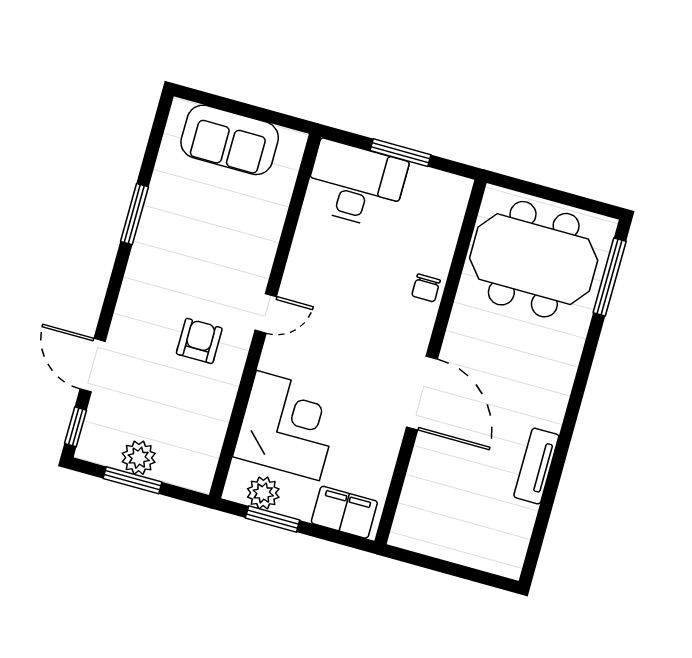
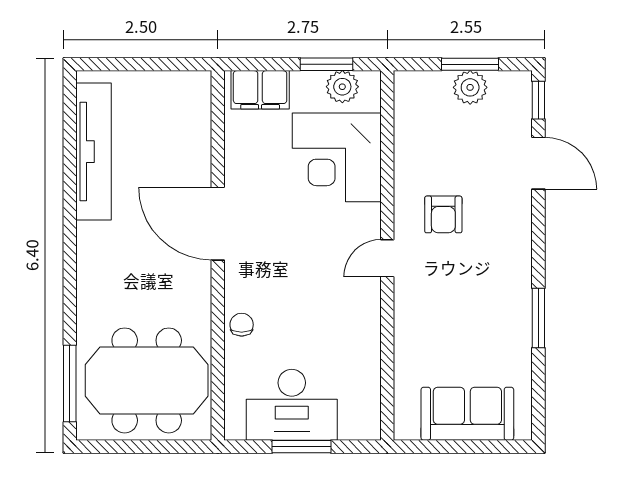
desk: (356, 184) -> (292, 405), moved
tv unit: (536, 466) -> (93, 152), width x1.92, depth x1.29

